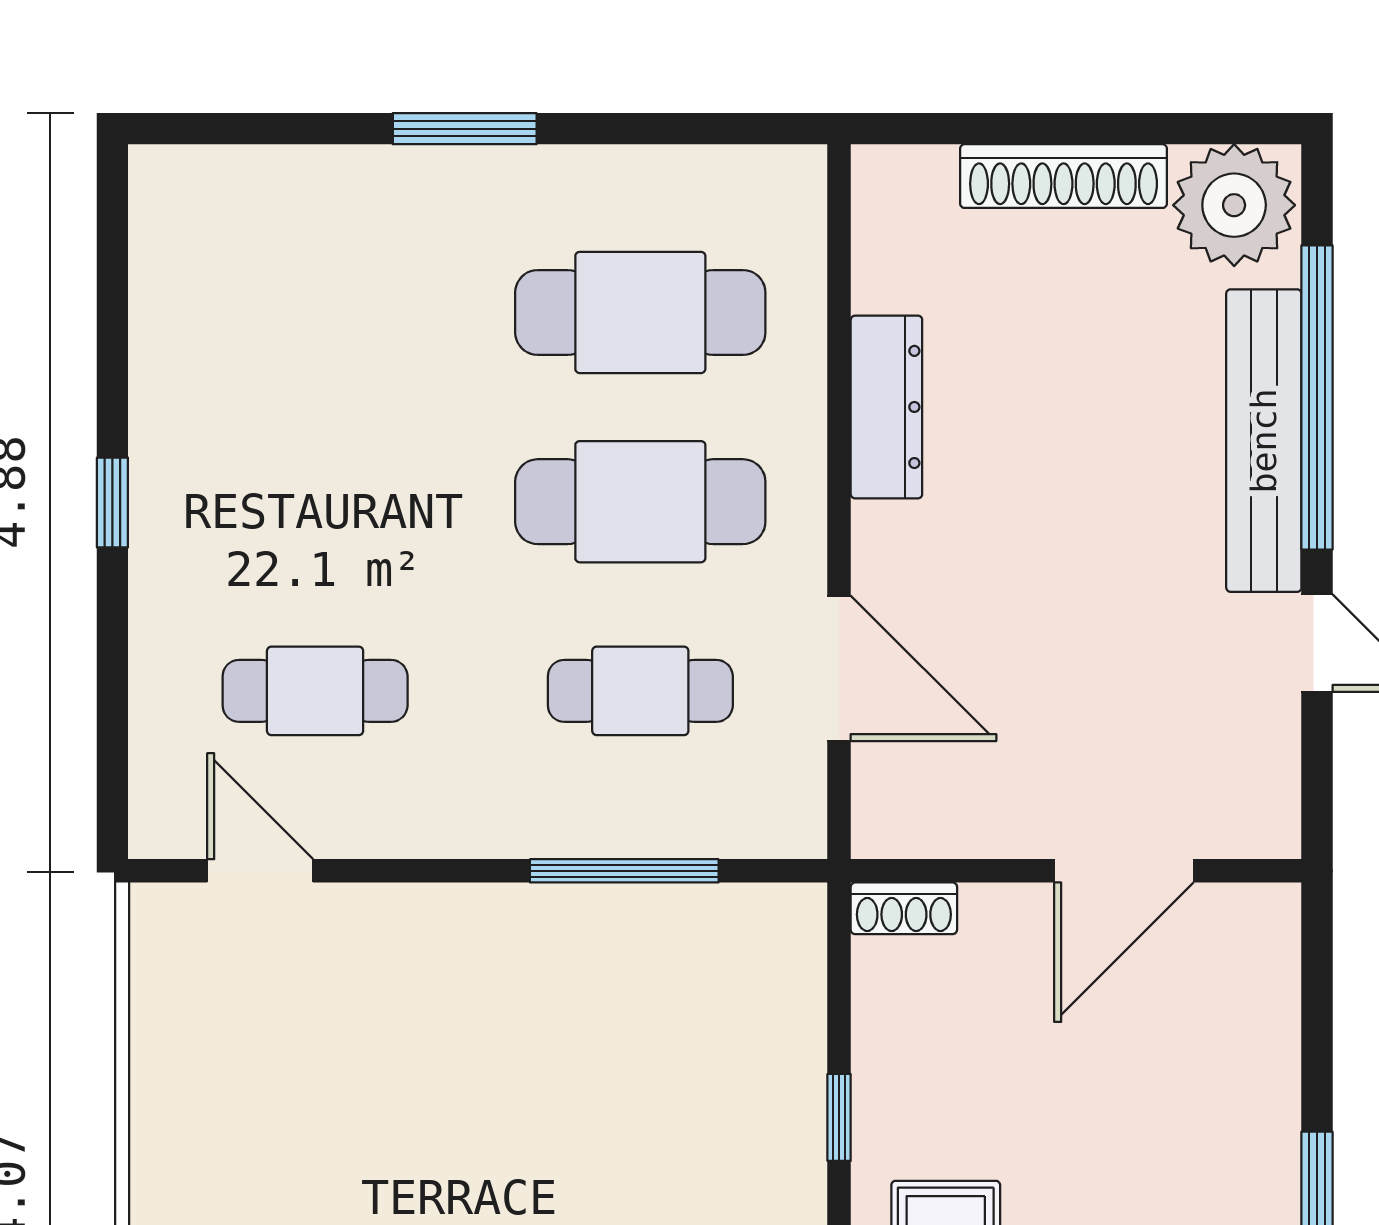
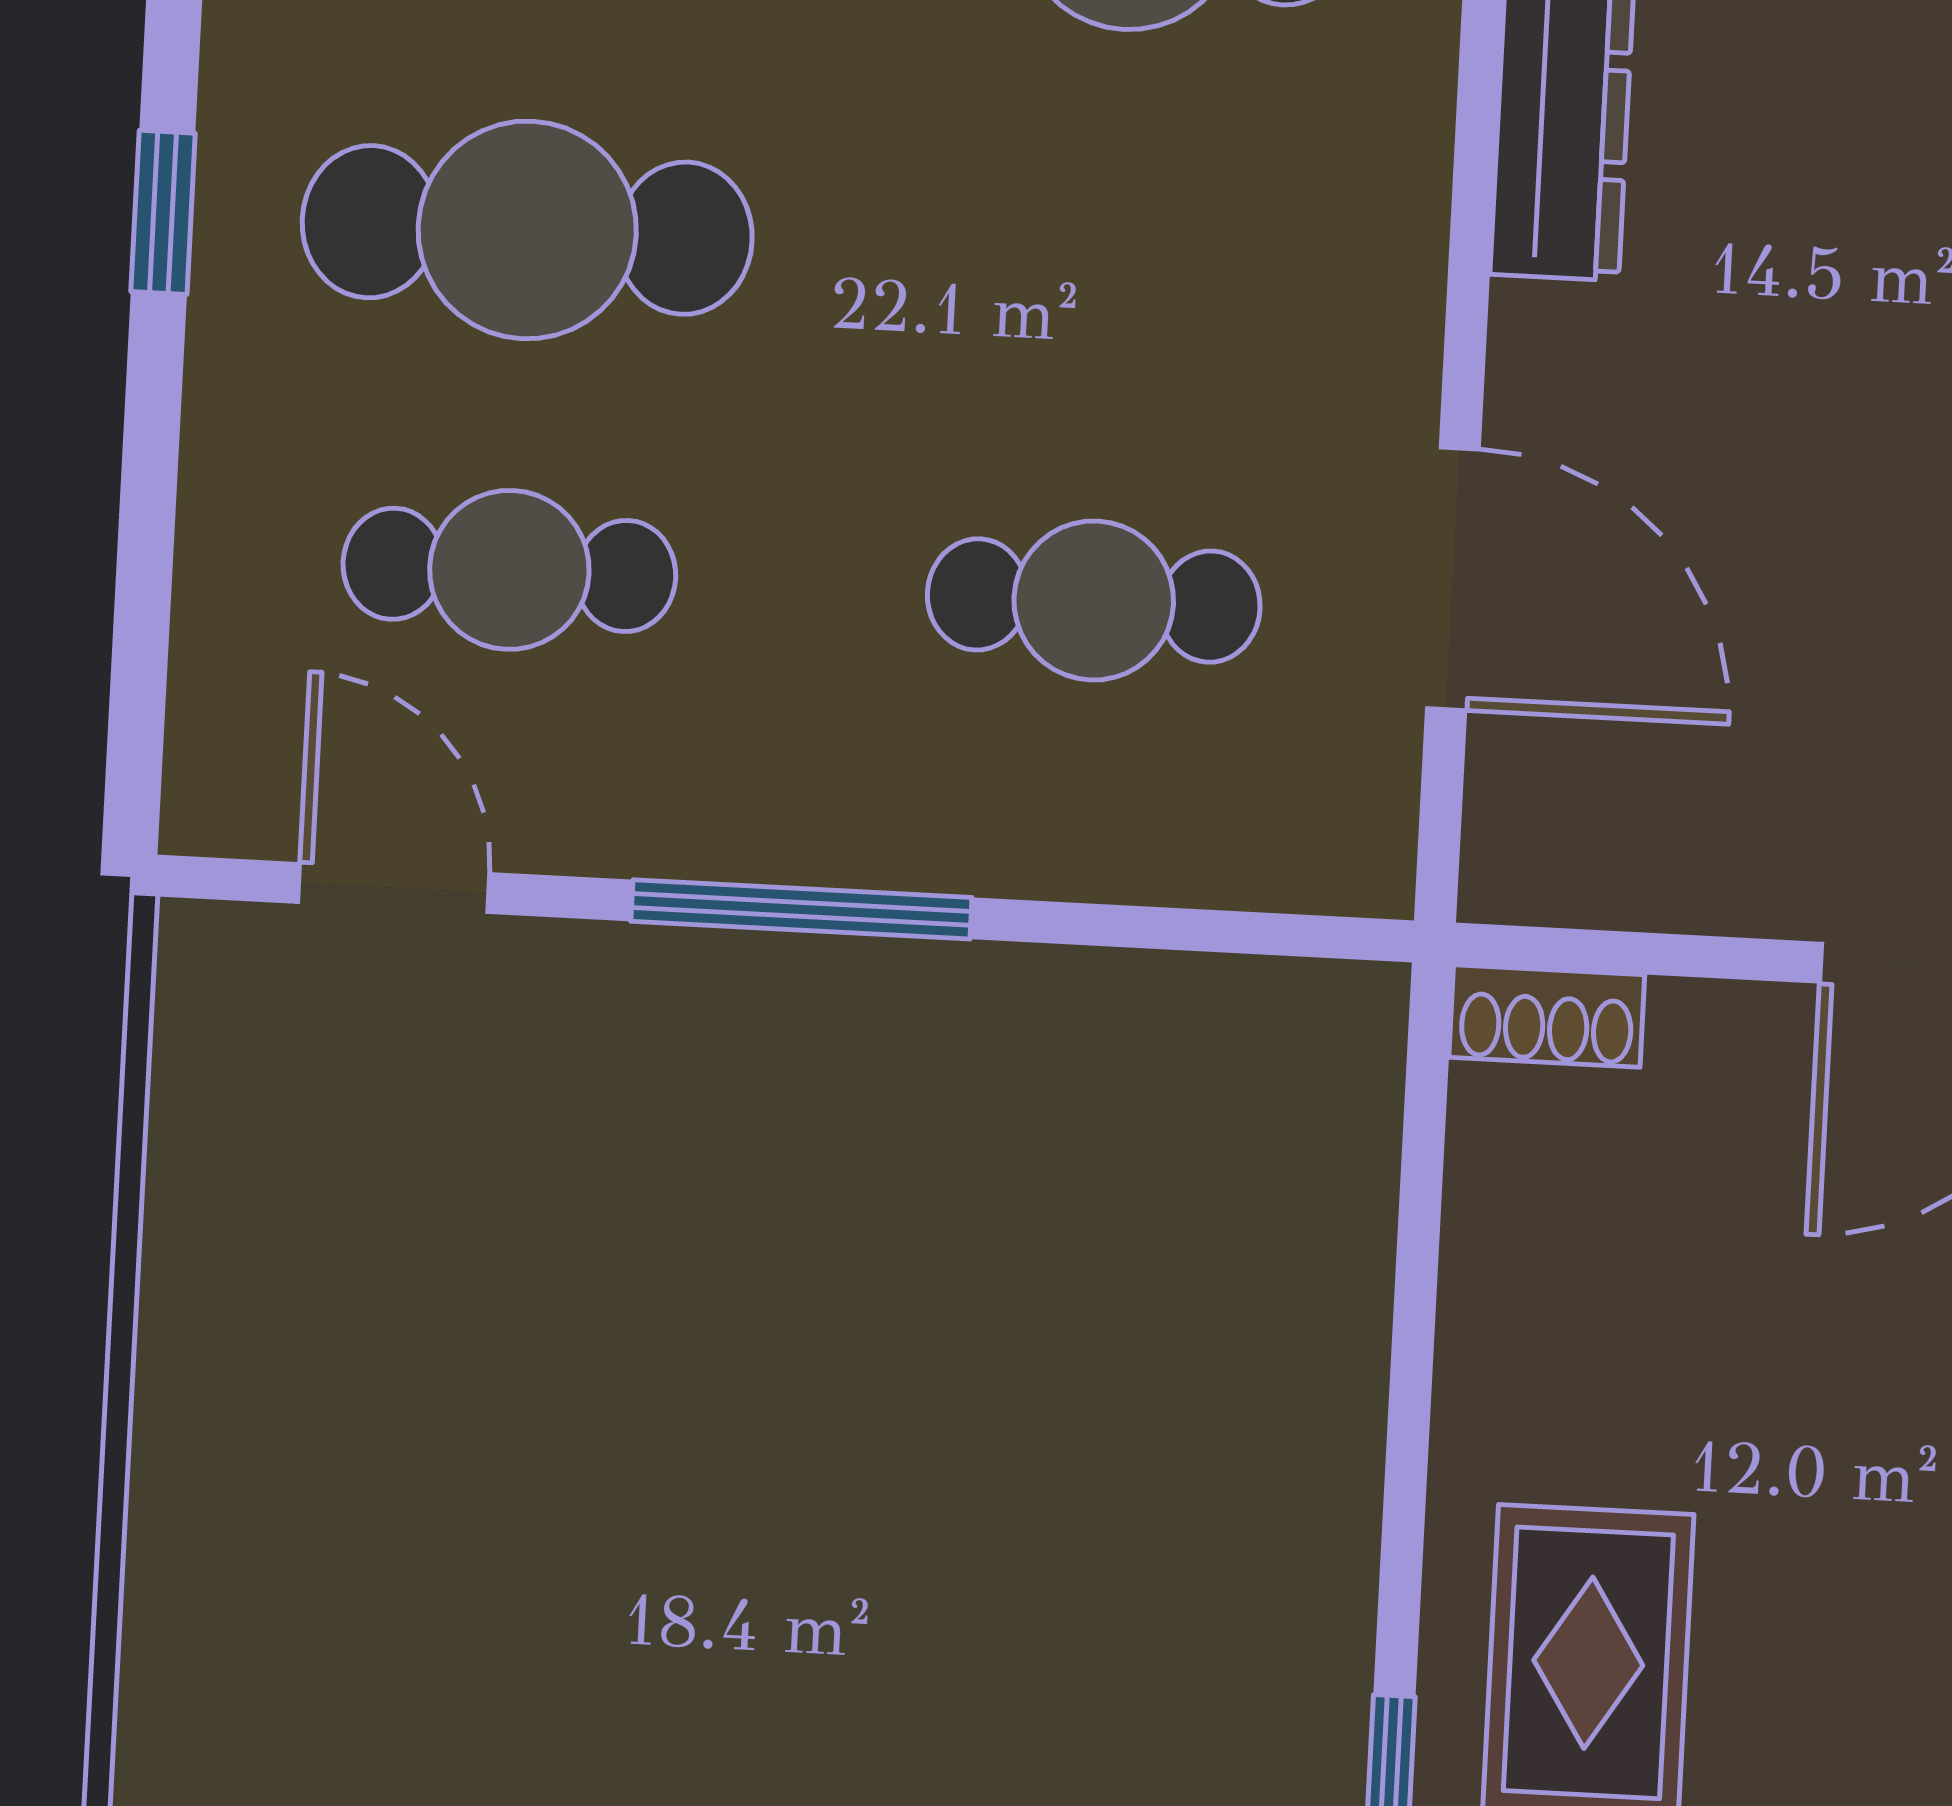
cafe table: (640, 502) -> (527, 230), moved
window: (624, 871) -> (801, 909), moved
window: (839, 1117) -> (1411, 1386), removed

